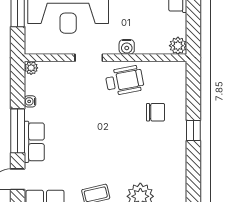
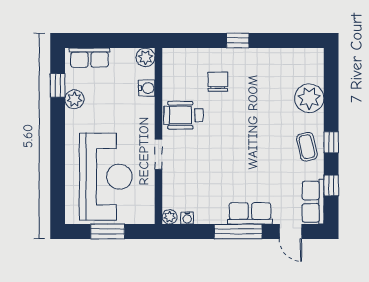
water cooler: (127, 47) -> (147, 88), moved
wheelchair: (125, 81) -> (183, 115), turned -79
water cooler: (30, 101) -> (187, 218), moved

